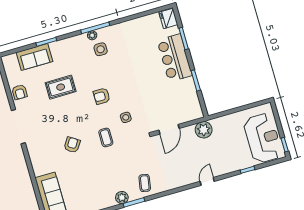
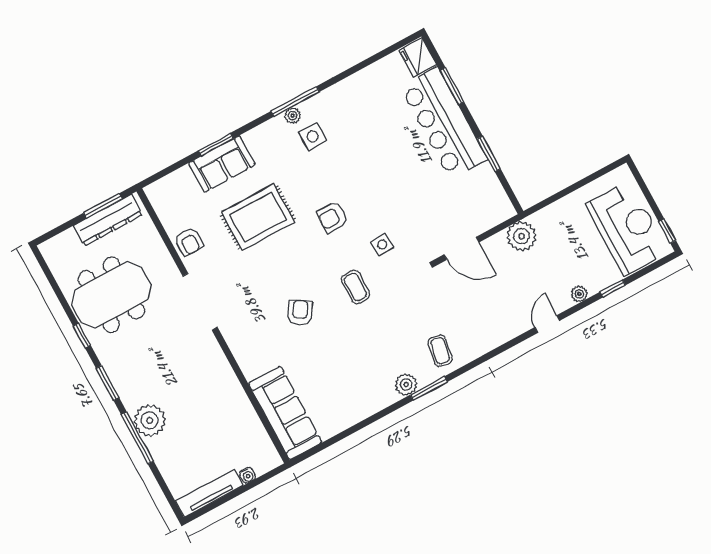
sofa: (35, 57) -> (222, 164), moved
bar counter: (175, 58) -> (444, 123), width x1.36
rug: (61, 87) -> (258, 217), width x1.36, depth x1.43
door: (169, 129) -> (461, 248), hinge flipped
plant: (228, 169) -> (579, 294), added

